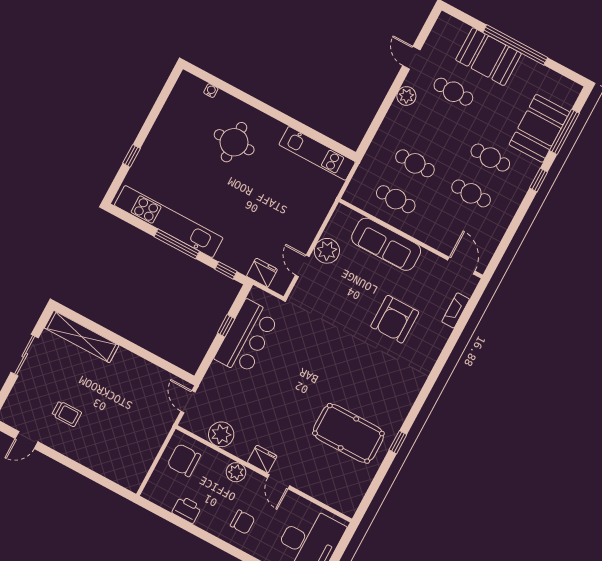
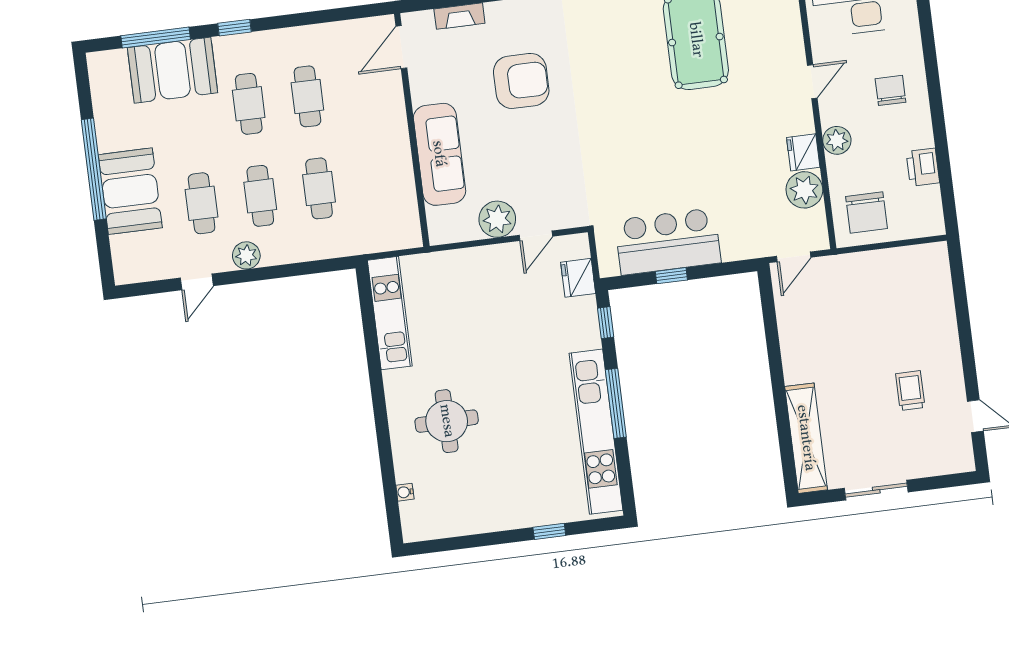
cafe table: (396, 199) -> (260, 196), moved
fridge: (262, 459) -> (803, 152), moved

